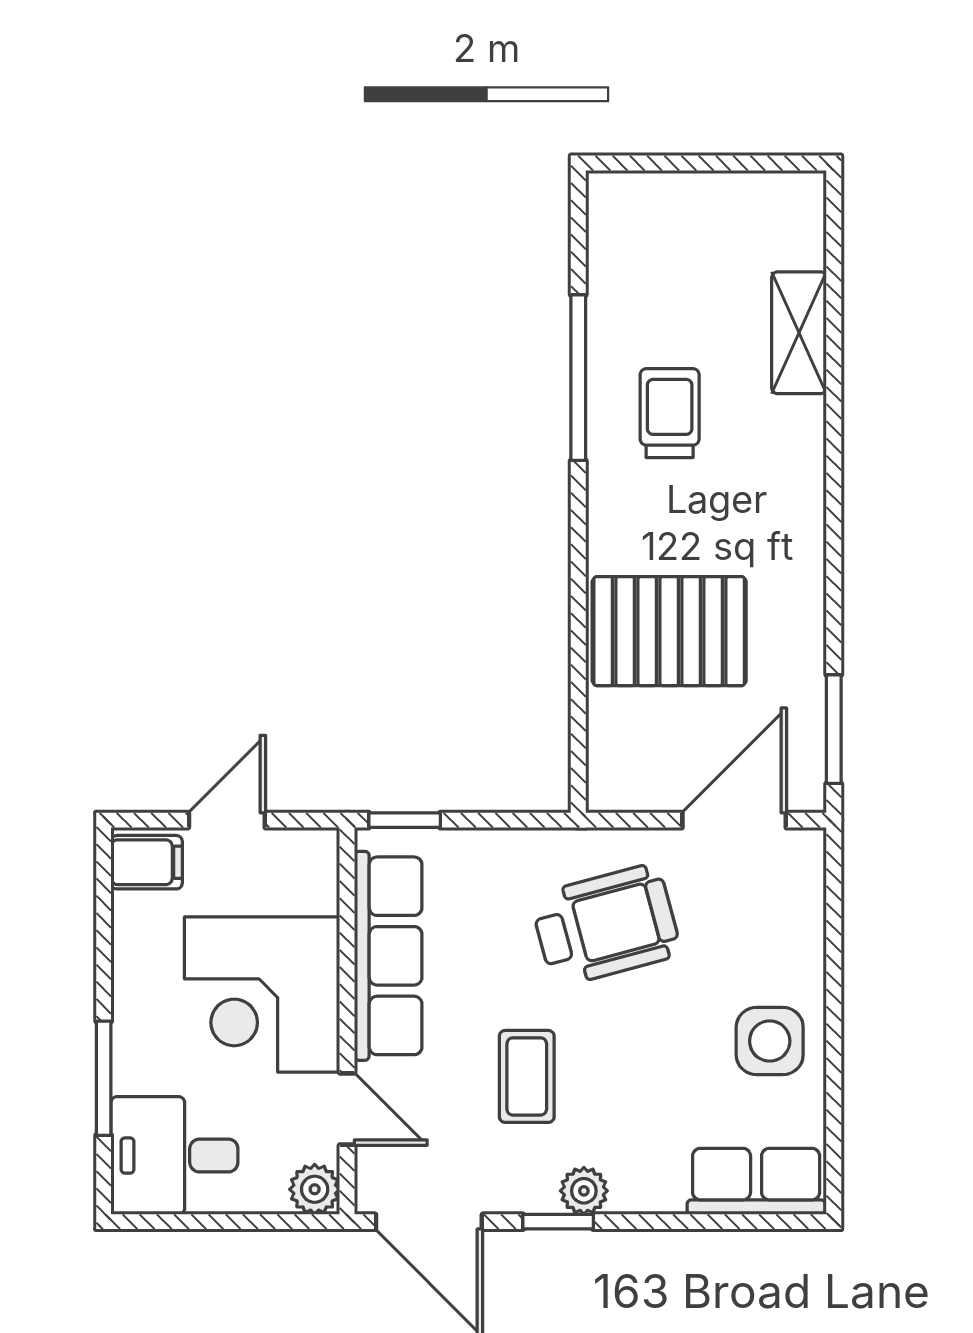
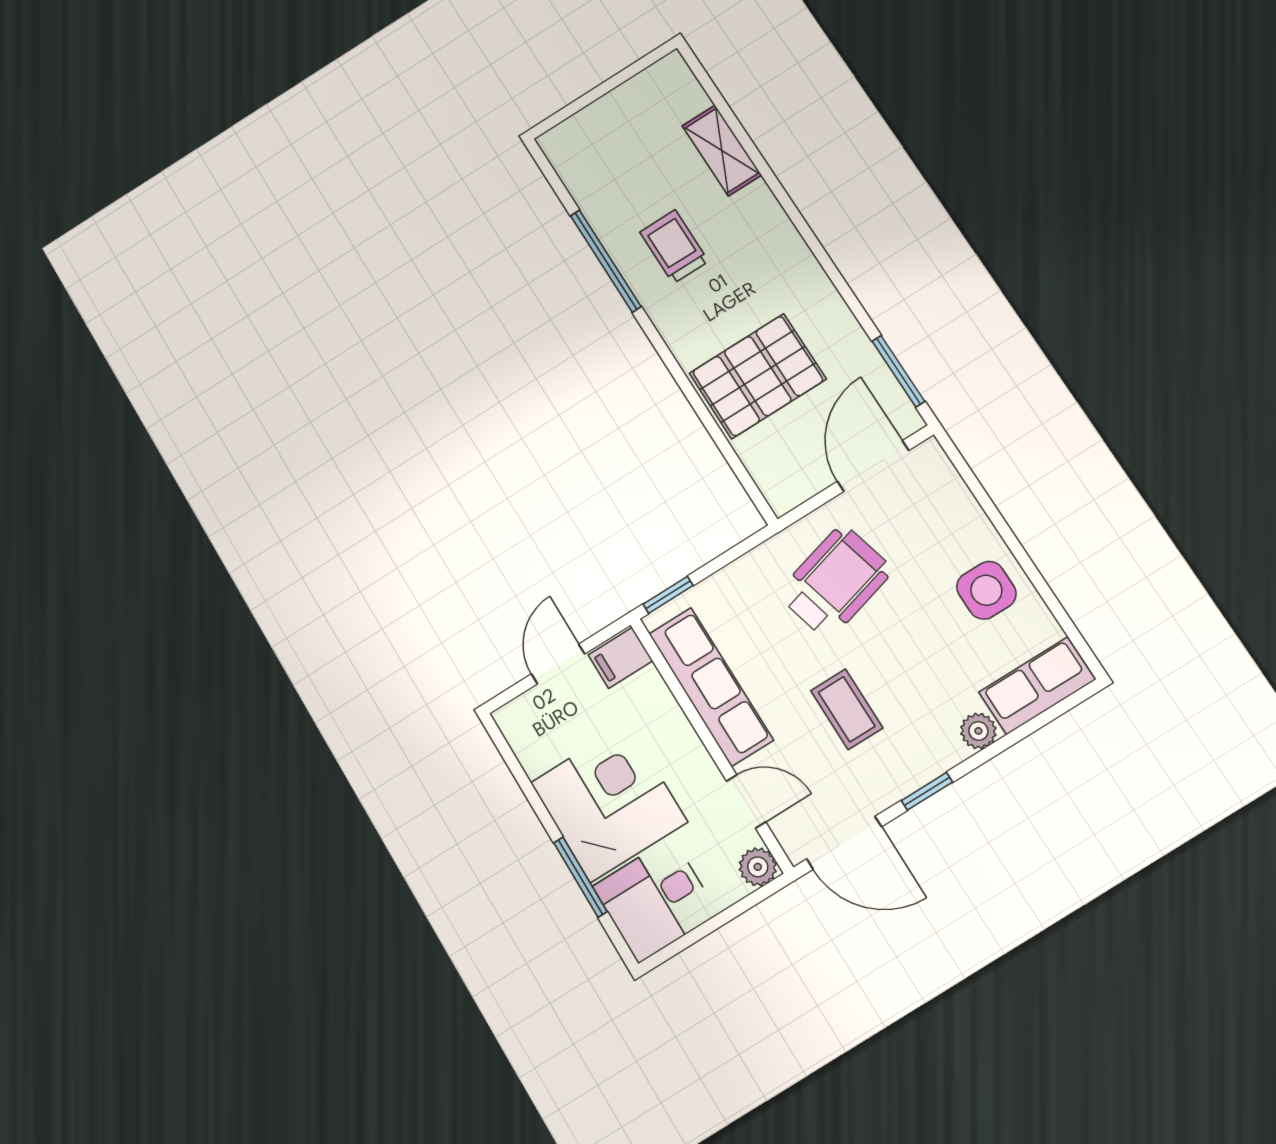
filing cabinet: (147, 862) -> (620, 658), moved, turned 180
corner desk: (262, 995) -> (609, 802), moved, turned 180
plant: (584, 1191) -> (978, 731), moved

